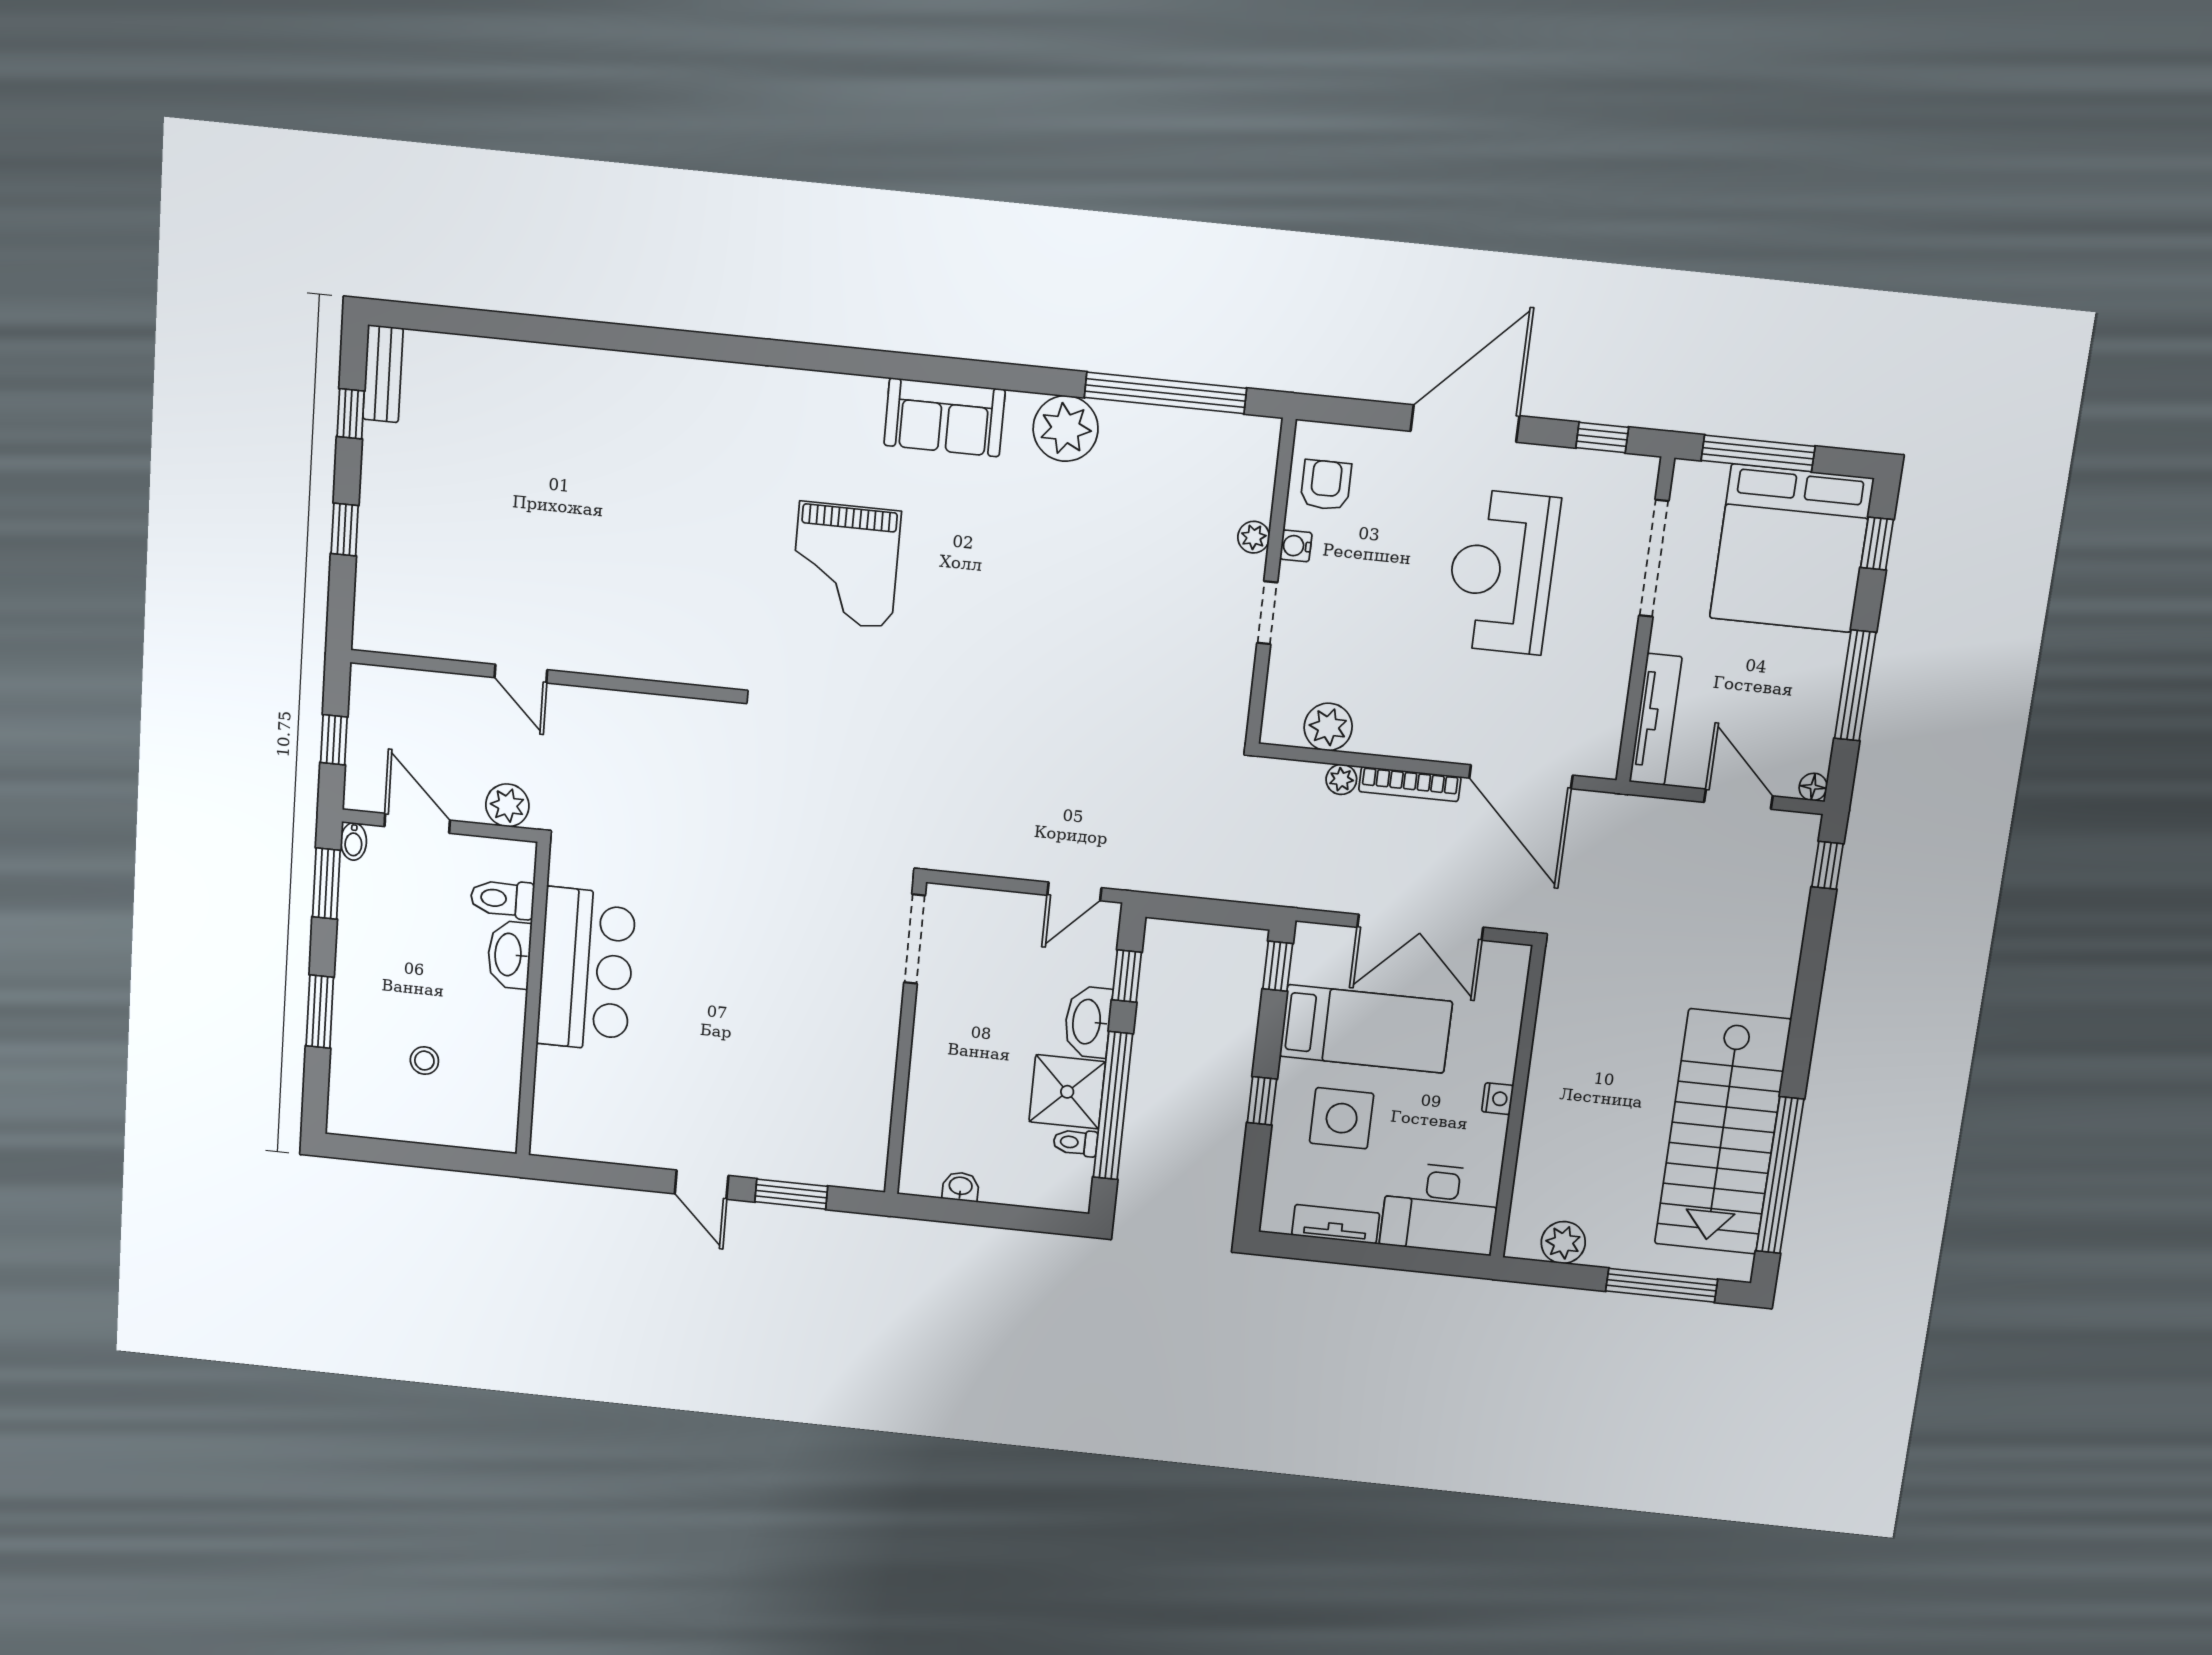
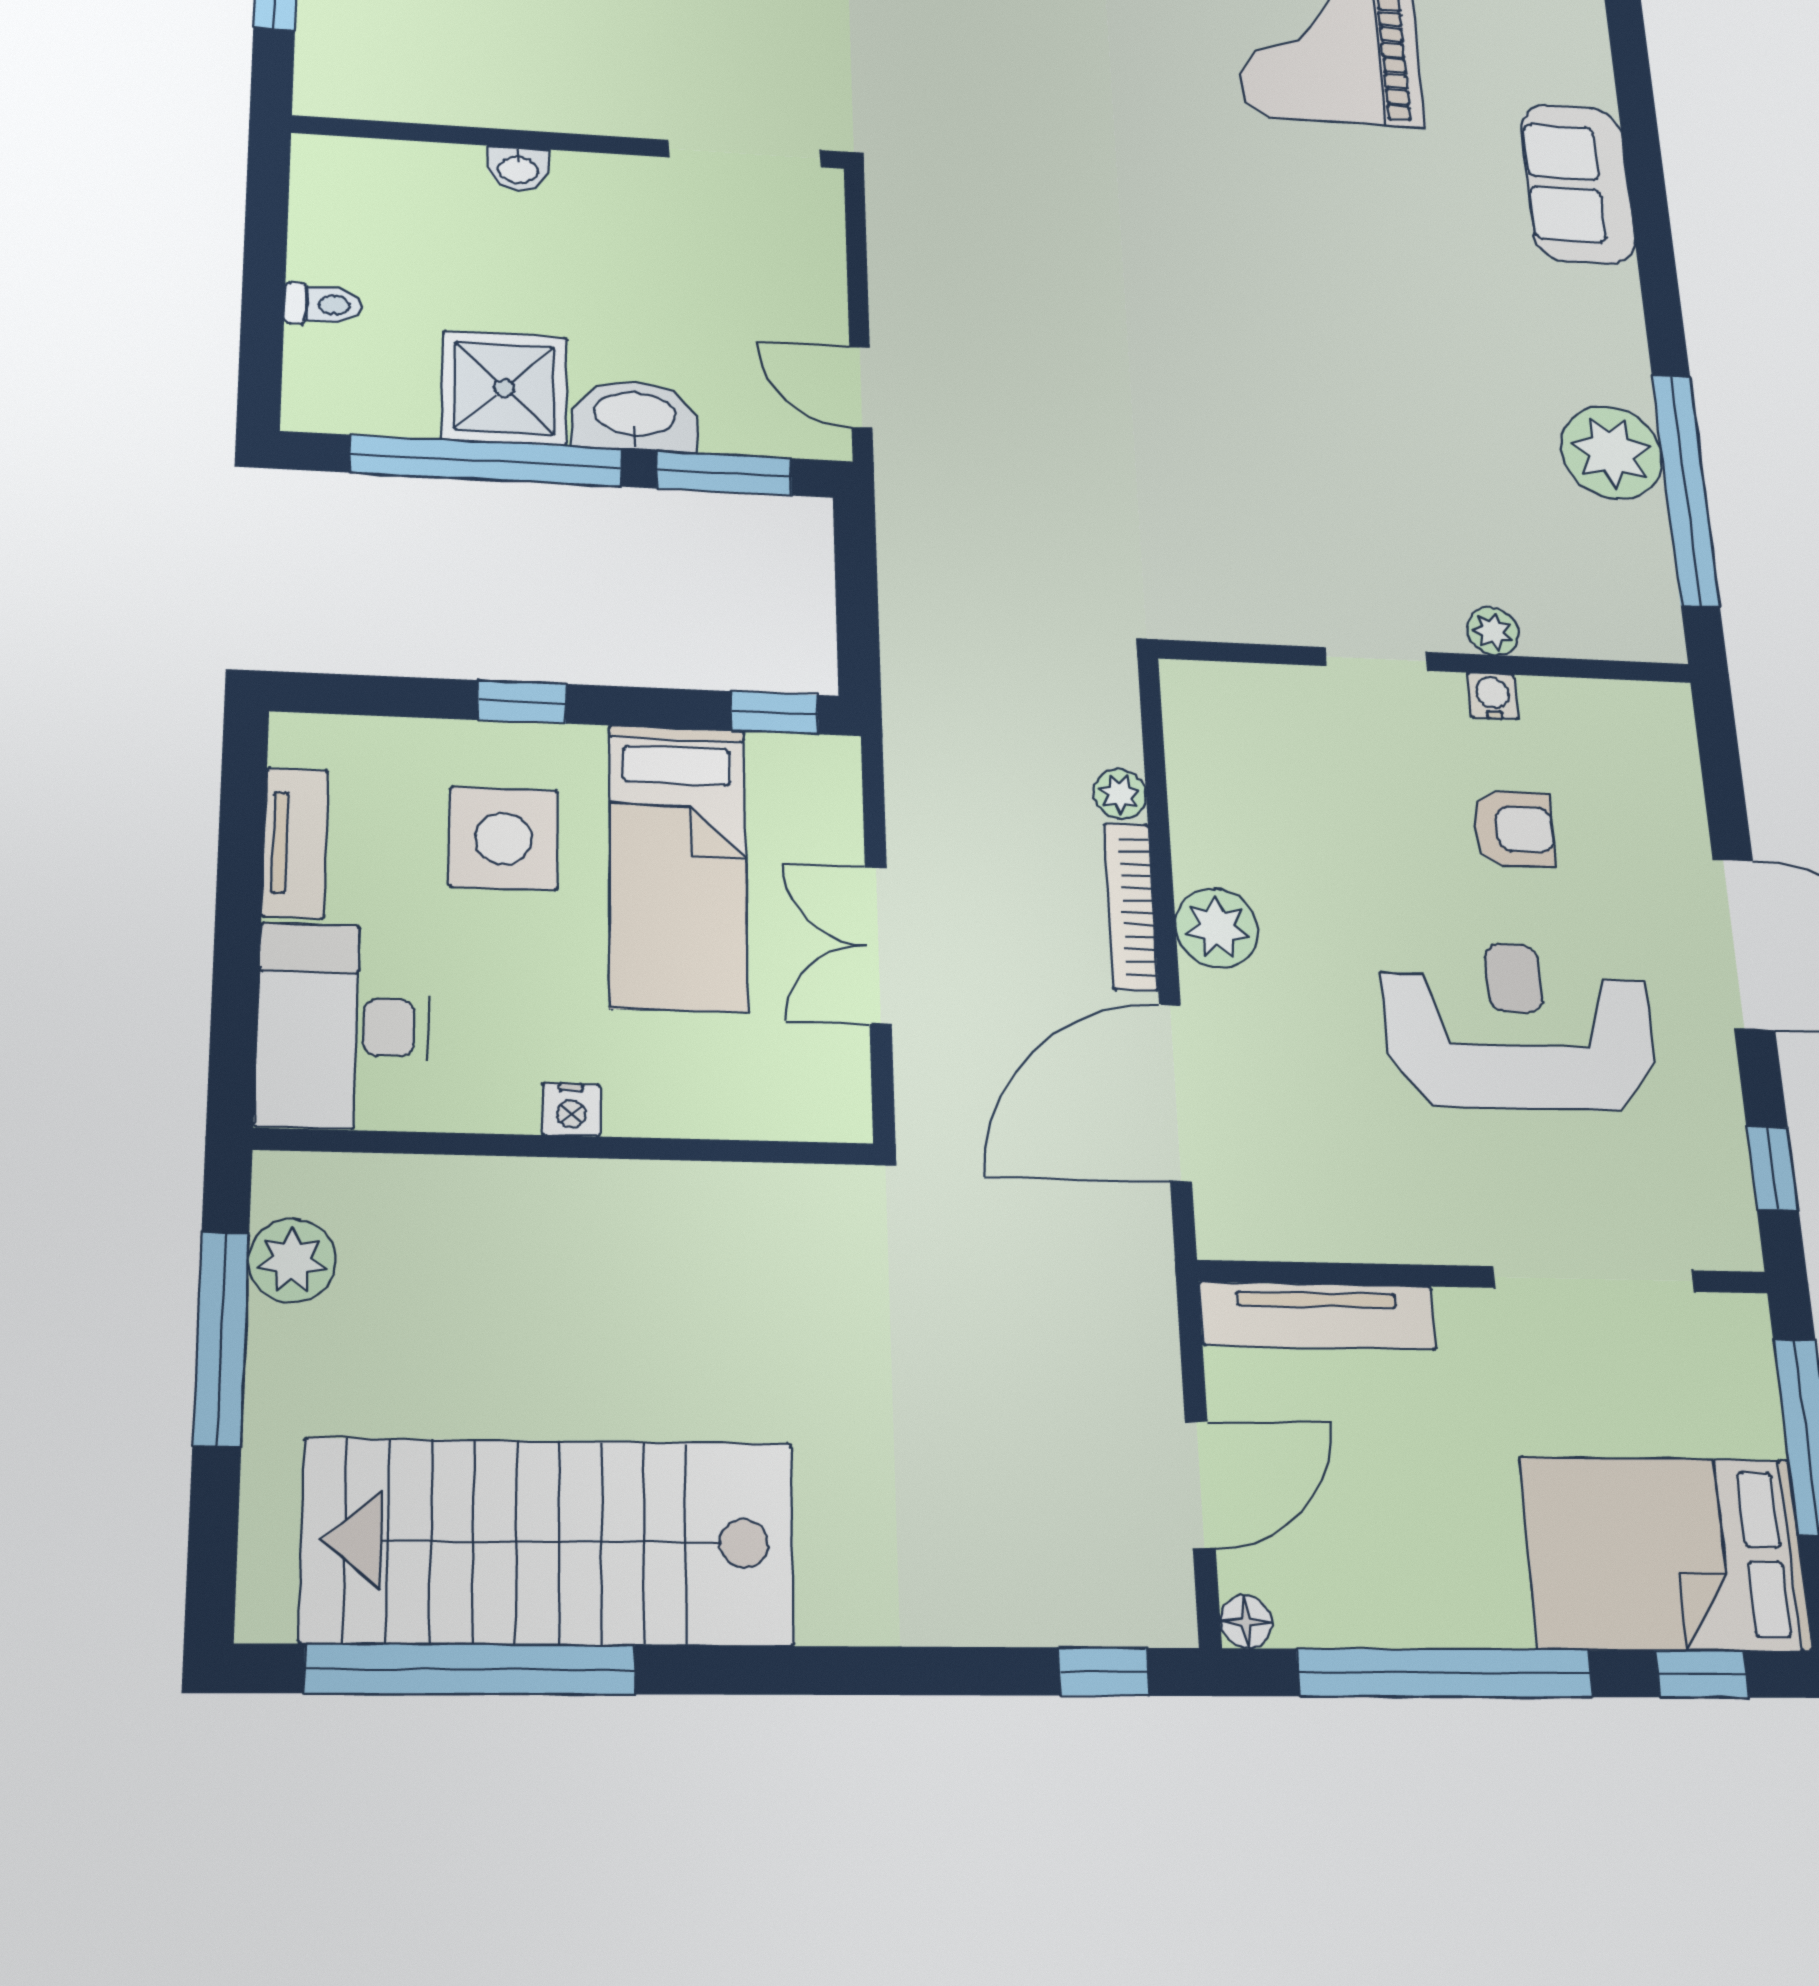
plant: (1066, 429) -> (1612, 452), moved
armchair: (1326, 485) -> (1514, 829), moved
bed: (1791, 548) -> (1665, 1554), width x0.73
window: (1855, 685) -> (1445, 1673), width x1.46
plant: (1328, 727) -> (1217, 928), moved
double door: (1420, 927) -> (878, 945), width x0.73
window: (1127, 976) -> (724, 473), width x1.50
toilet: (1075, 1143) -> (323, 304), moved, turned 90
washbasin: (961, 1187) -> (518, 169), moved, turned 90
window: (1662, 1285) -> (221, 1339), moved

